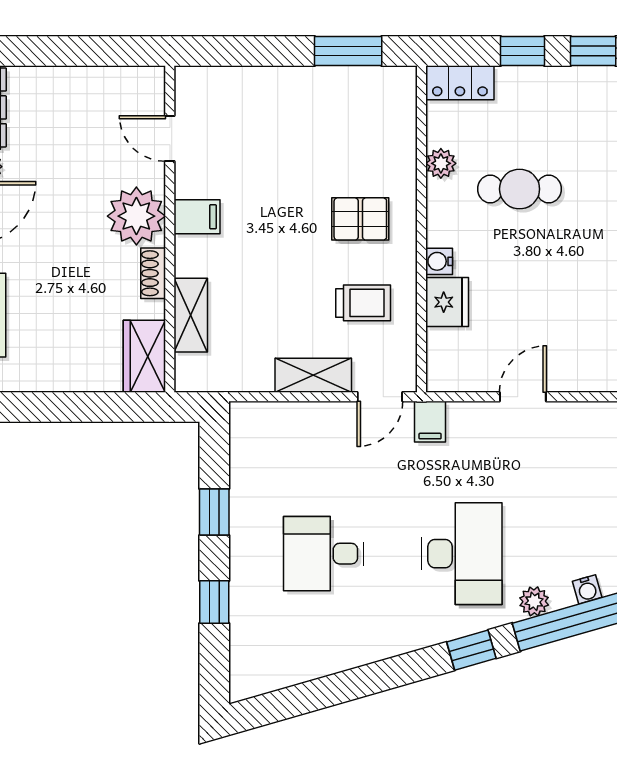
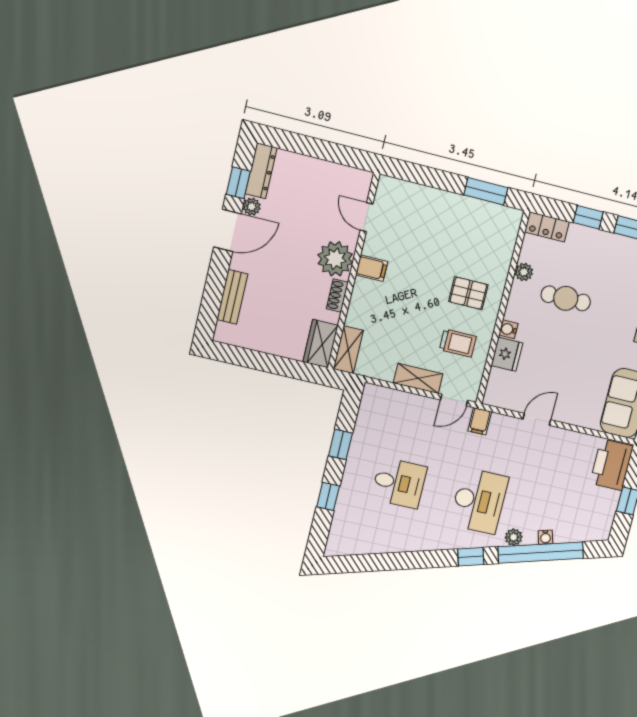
shelving: (191, 315) -> (348, 350), moved
desk: (324, 554) -> (399, 483), turned 180

